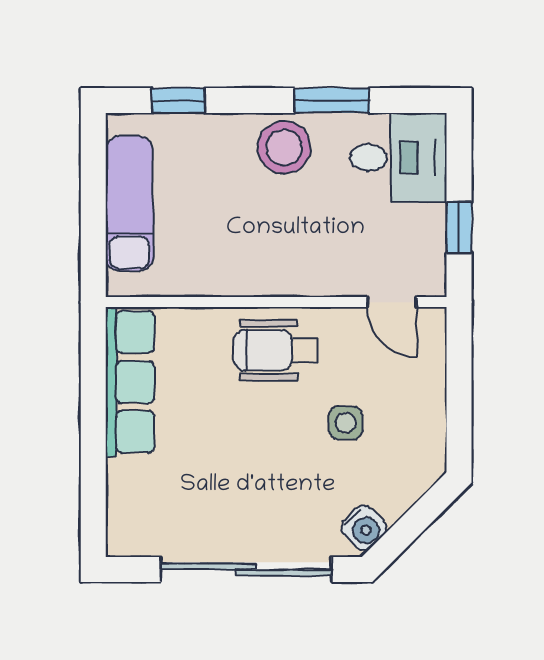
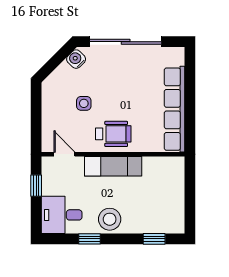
window: (332, 101) -> (90, 239), width x0.67
exam couch: (129, 204) -> (113, 166), moved, turned -90
row of seats: (130, 382) -> (175, 109), width x1.36

